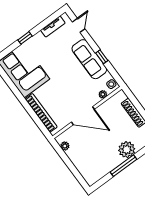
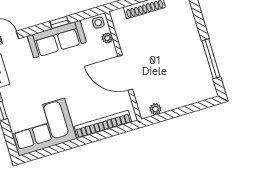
door: (83, 116) -> (125, 73), swing flipped
plant: (127, 150) -> (188, 33), removed
window: (124, 166) -> (211, 59), moved

